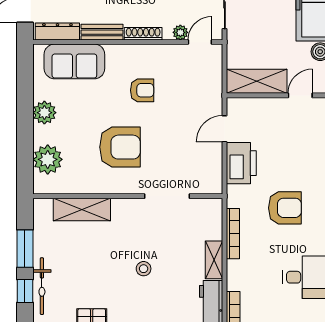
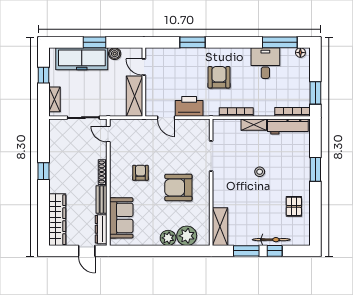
plant: (180, 32) -> (102, 147), removed
plant: (44, 113) -> (168, 238), moved
armchair: (120, 147) -> (178, 187), turned -90
shelving: (82, 209) -> (220, 227), moved

